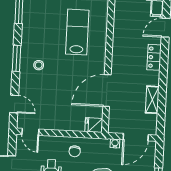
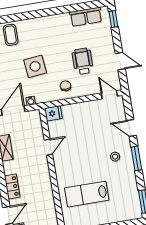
lab bench: (77, 32) -> (87, 194), turned 90
door: (107, 90) -> (48, 147), width x0.53
door: (14, 104) -> (131, 128), moved

